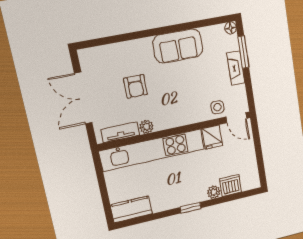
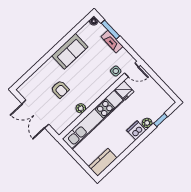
tv unit: (120, 132) -> (68, 121), removed
dishwasher: (230, 185) -> (136, 130), moved
window: (190, 208) -> (161, 120), moved

